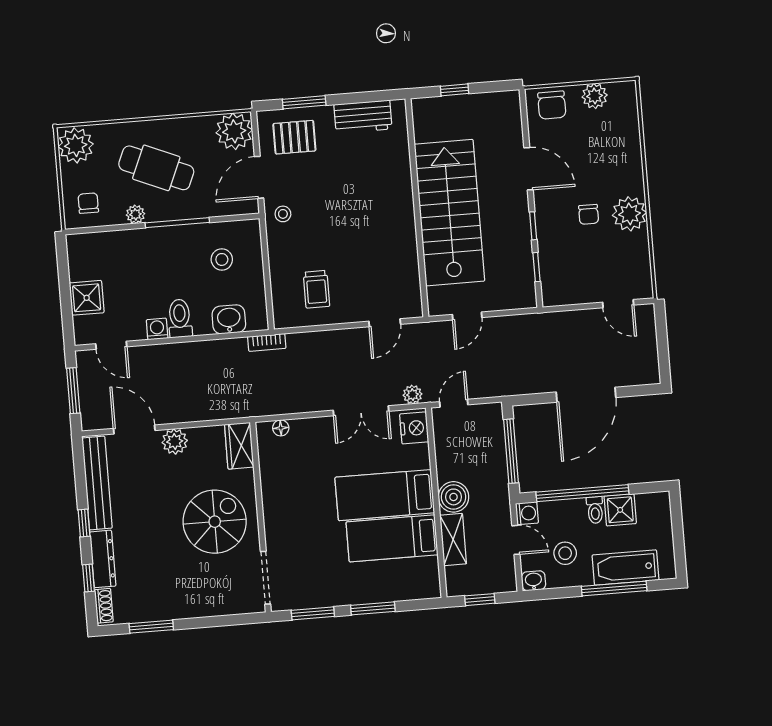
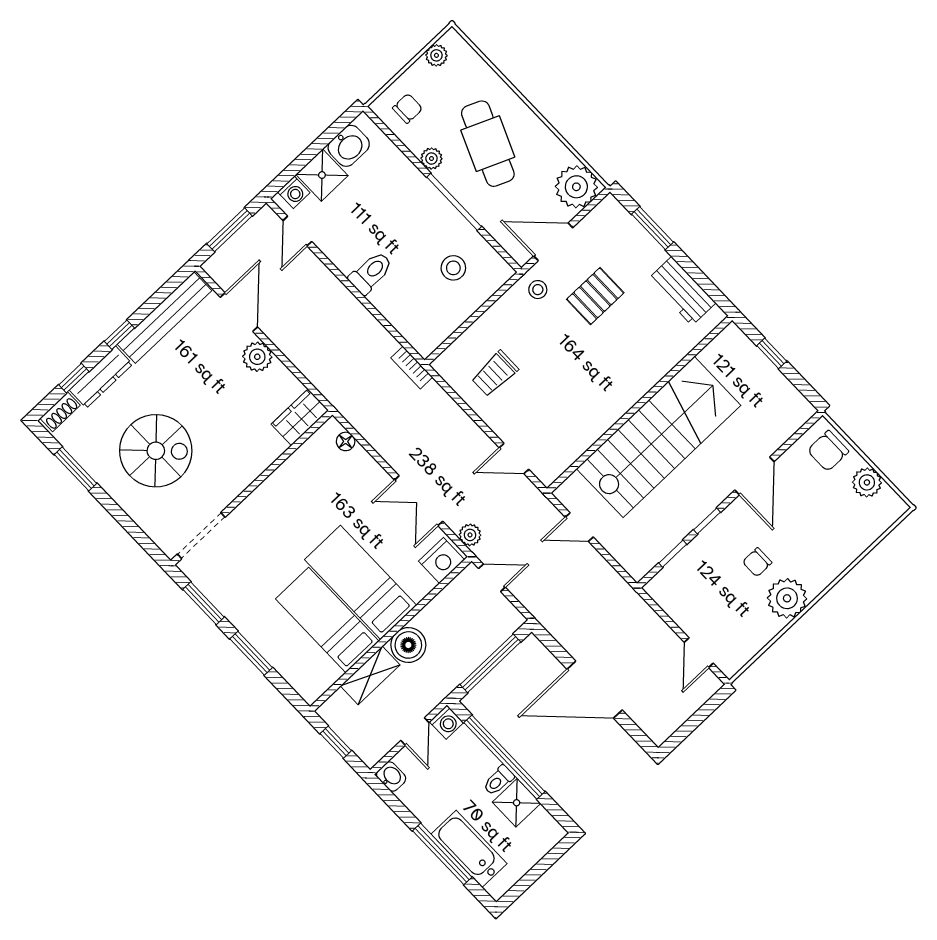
pallet: (294, 137) -> (595, 296), moved, turned 90
plant: (76, 145) -> (436, 55), width x0.53, depth x0.53
washbasin: (229, 319) -> (349, 146), moved, turned 90
washing machine: (157, 329) -> (294, 192), moved, turned 90
spiral stairs: (215, 522) -> (156, 451), moved
stool: (565, 553) -> (438, 785), removed

